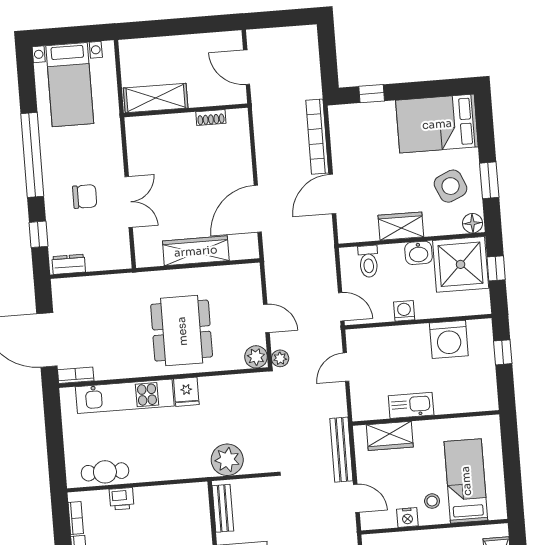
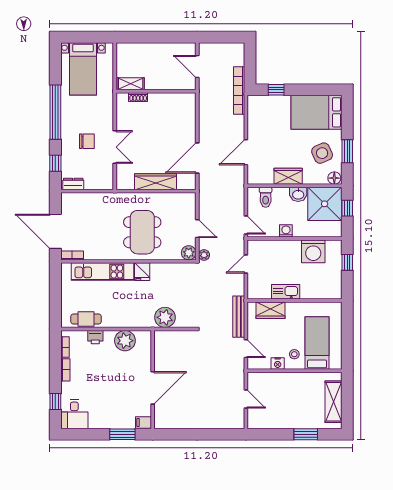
shelving: (156, 98) -> (131, 84), width x0.67, depth x0.75
shoe rack: (211, 118) -> (138, 97), moved
bookcase: (317, 137) -> (239, 91), moved
plant: (168, 501) -> (125, 341), added
bench: (223, 508) -> (160, 348), removed

